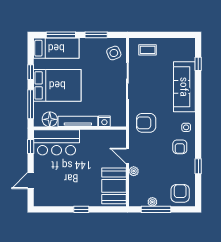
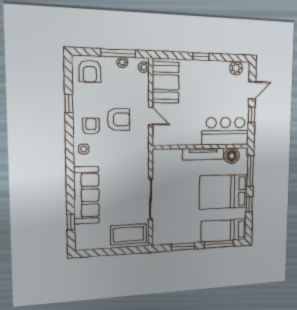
coffee table: (148, 50) -> (129, 234), width x1.86, depth x1.72
side table: (114, 53) -> (165, 229), removed
nightstand: (104, 121) -> (176, 154), removed
armchair: (146, 123) -> (119, 119), moved
window: (31, 147) -> (252, 115), moved
plant: (134, 171) -> (144, 67), moved
plant: (47, 200) -> (236, 68), added

